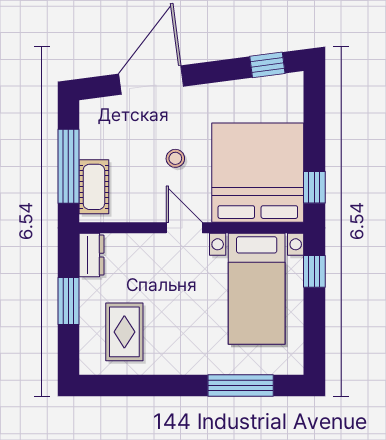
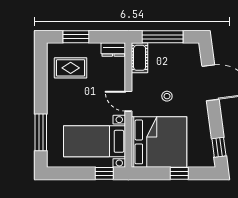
cot: (94, 187) -> (140, 58), moved, turned 90
window: (314, 187) -> (179, 173), moved
door: (184, 228) -> (128, 101), swing flipped
window: (68, 301) -> (76, 37), moved

